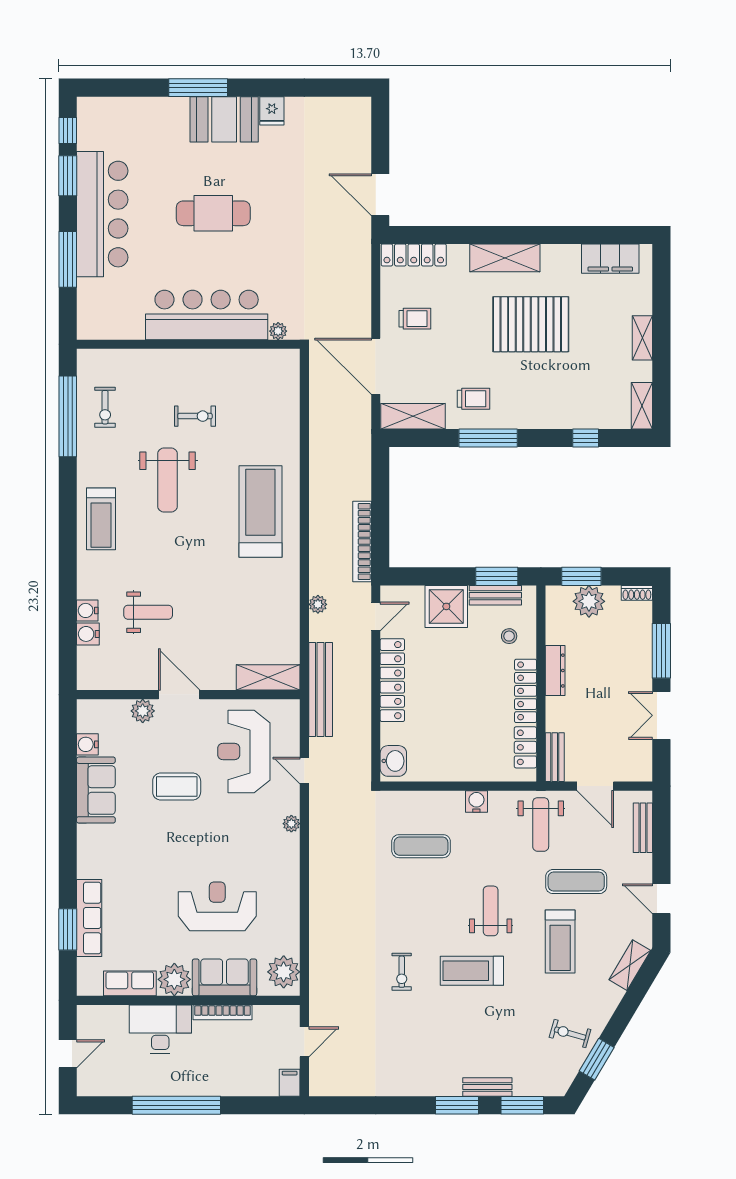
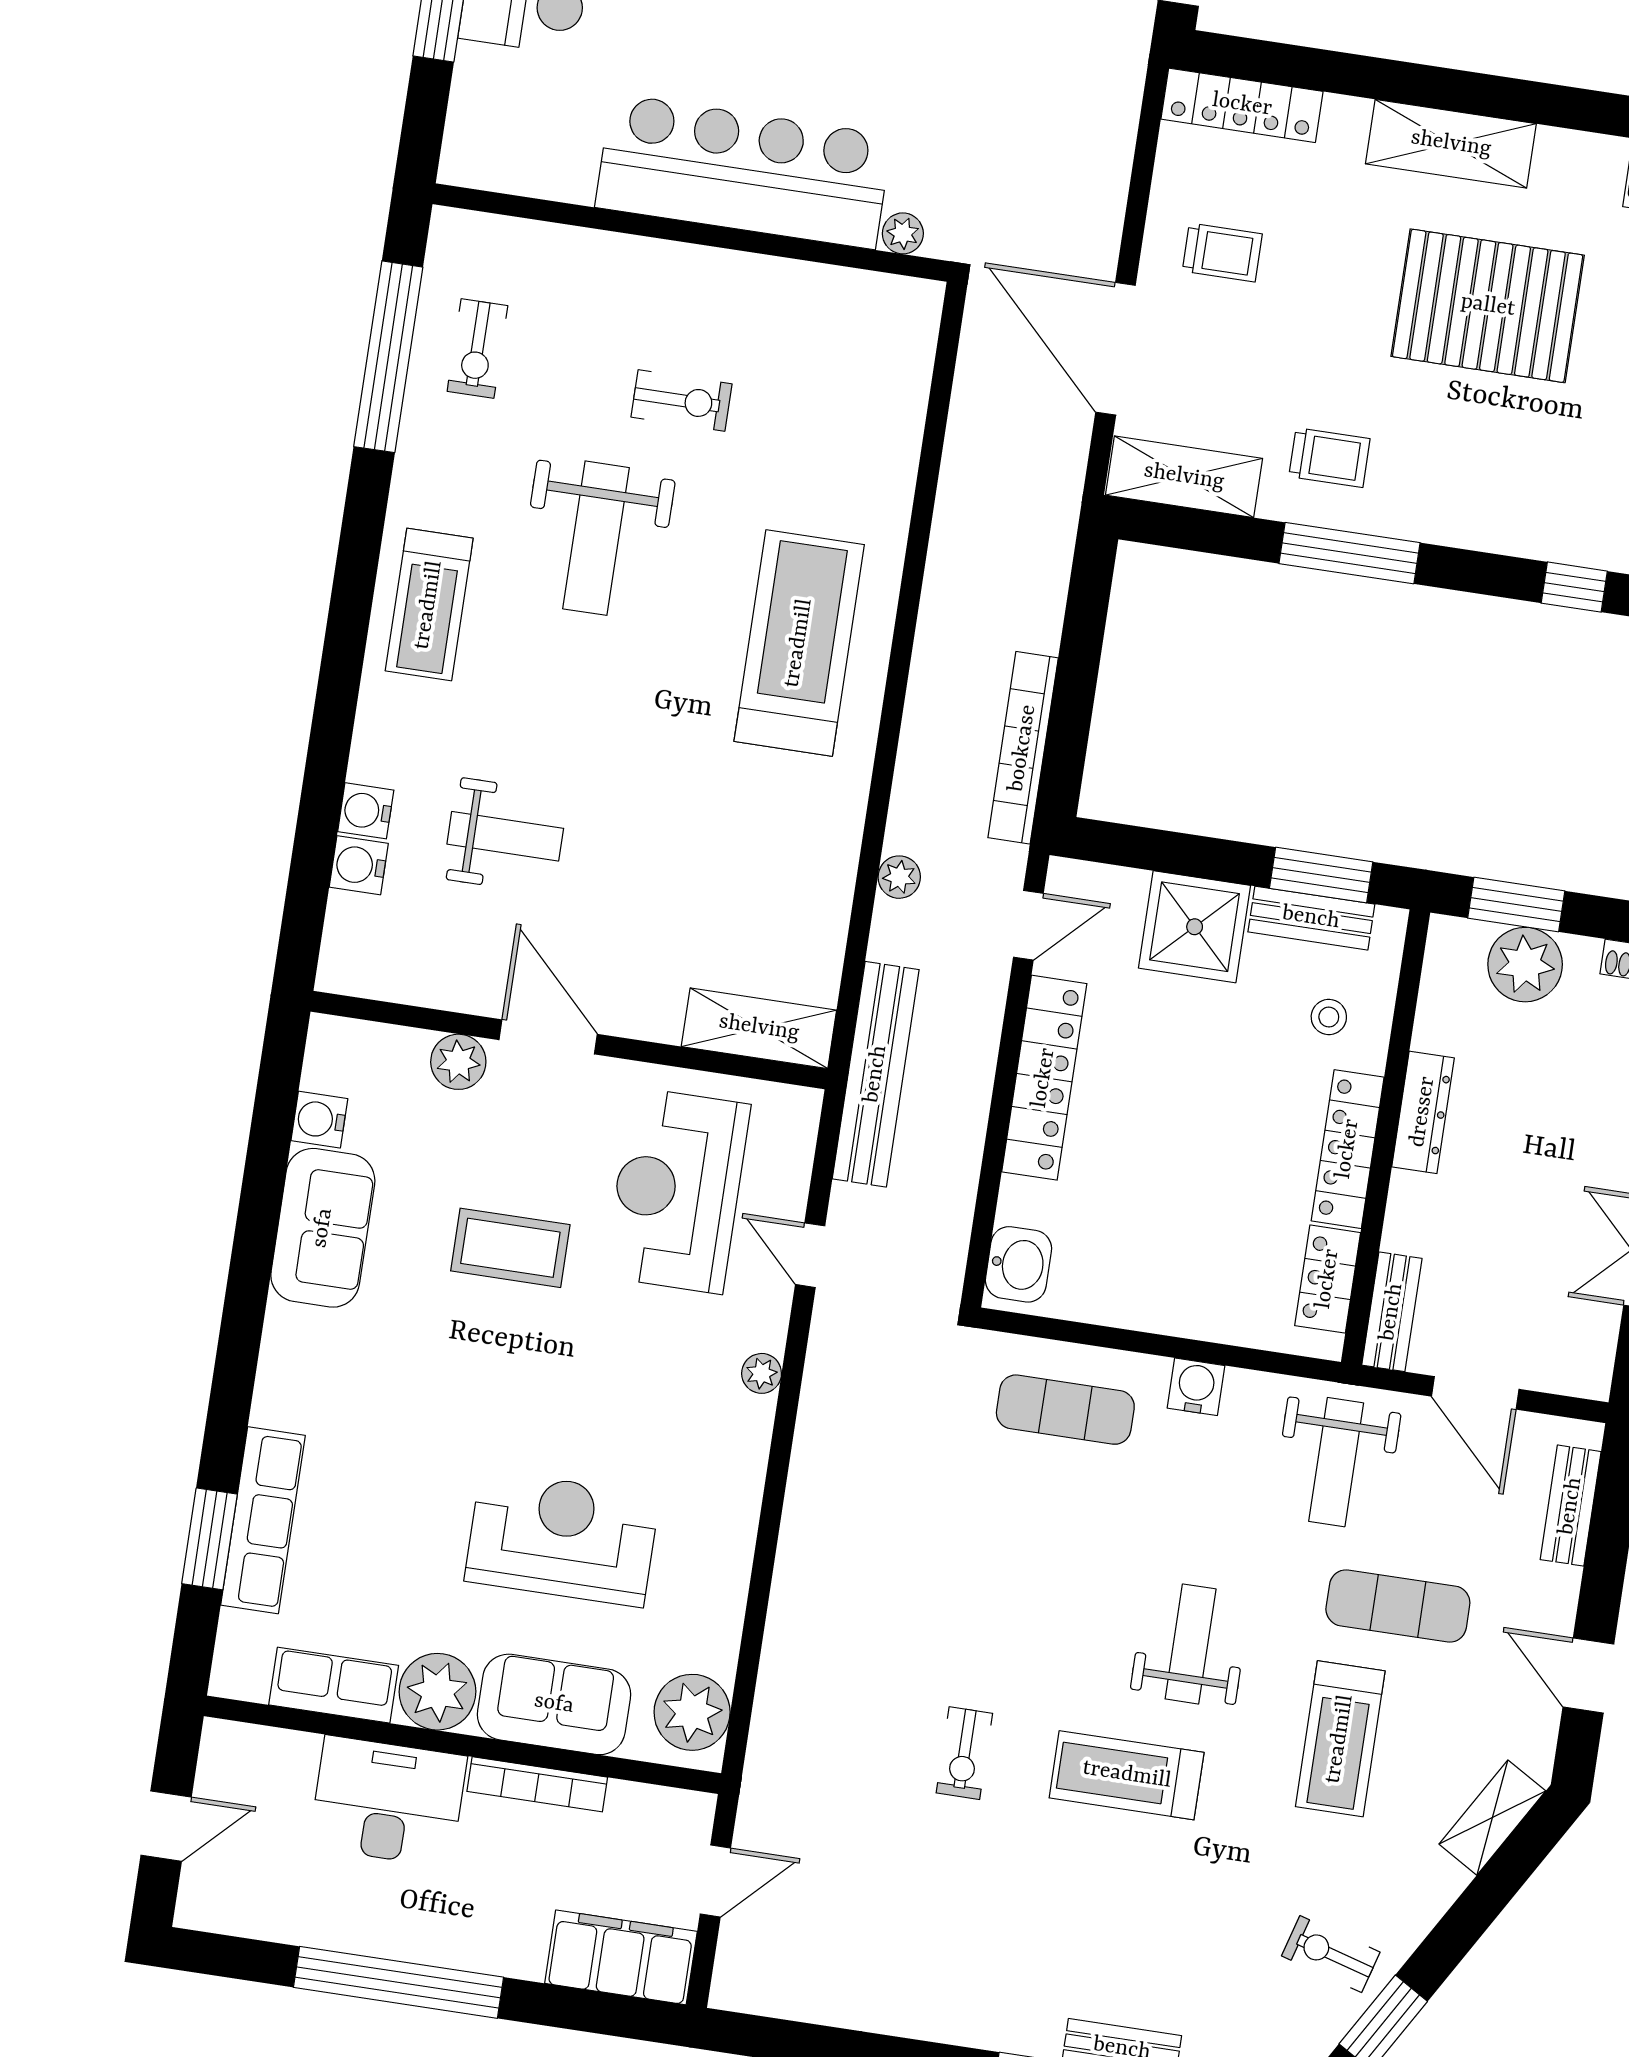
exercise mat: (421, 846) -> (1065, 1410), moved
filing cabinet: (290, 1083) -> (621, 1957), width x3.00, depth x1.17

